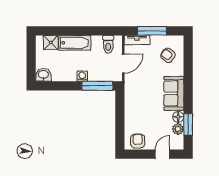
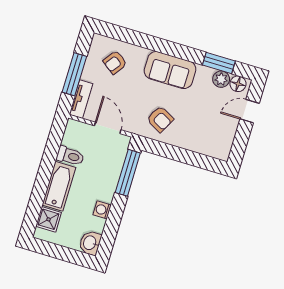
toilet: (108, 44) -> (70, 156), moved
washing machine: (82, 76) -> (102, 210), moved
floor lamp: (178, 117) -> (238, 84), moved
armchair: (138, 141) -> (160, 119), moved, turned -152
door: (162, 154) -> (250, 111), hinge flipped

